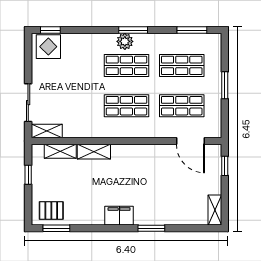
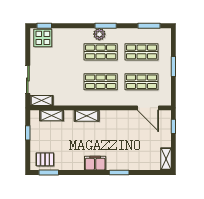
shelving: (94, 152) -> (87, 116), moved

